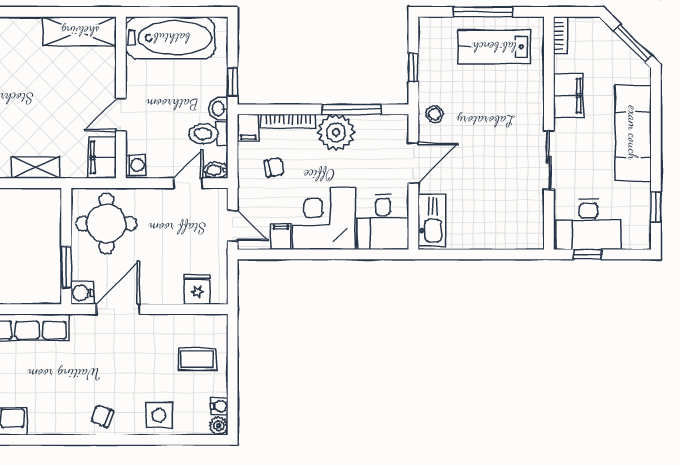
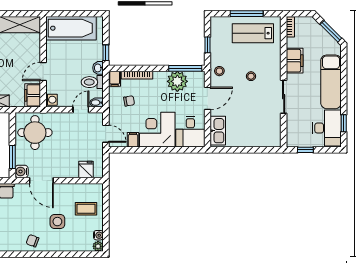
window: (352, 109) -> (185, 68), moved
stool: (491, 123) -> (251, 76), added
plant: (336, 132) -> (177, 81), moved
desk: (589, 224) -> (327, 128), moved, turned -90
door: (118, 309) -> (41, 181), swing flipped
side table: (159, 415) -> (57, 222), moved

